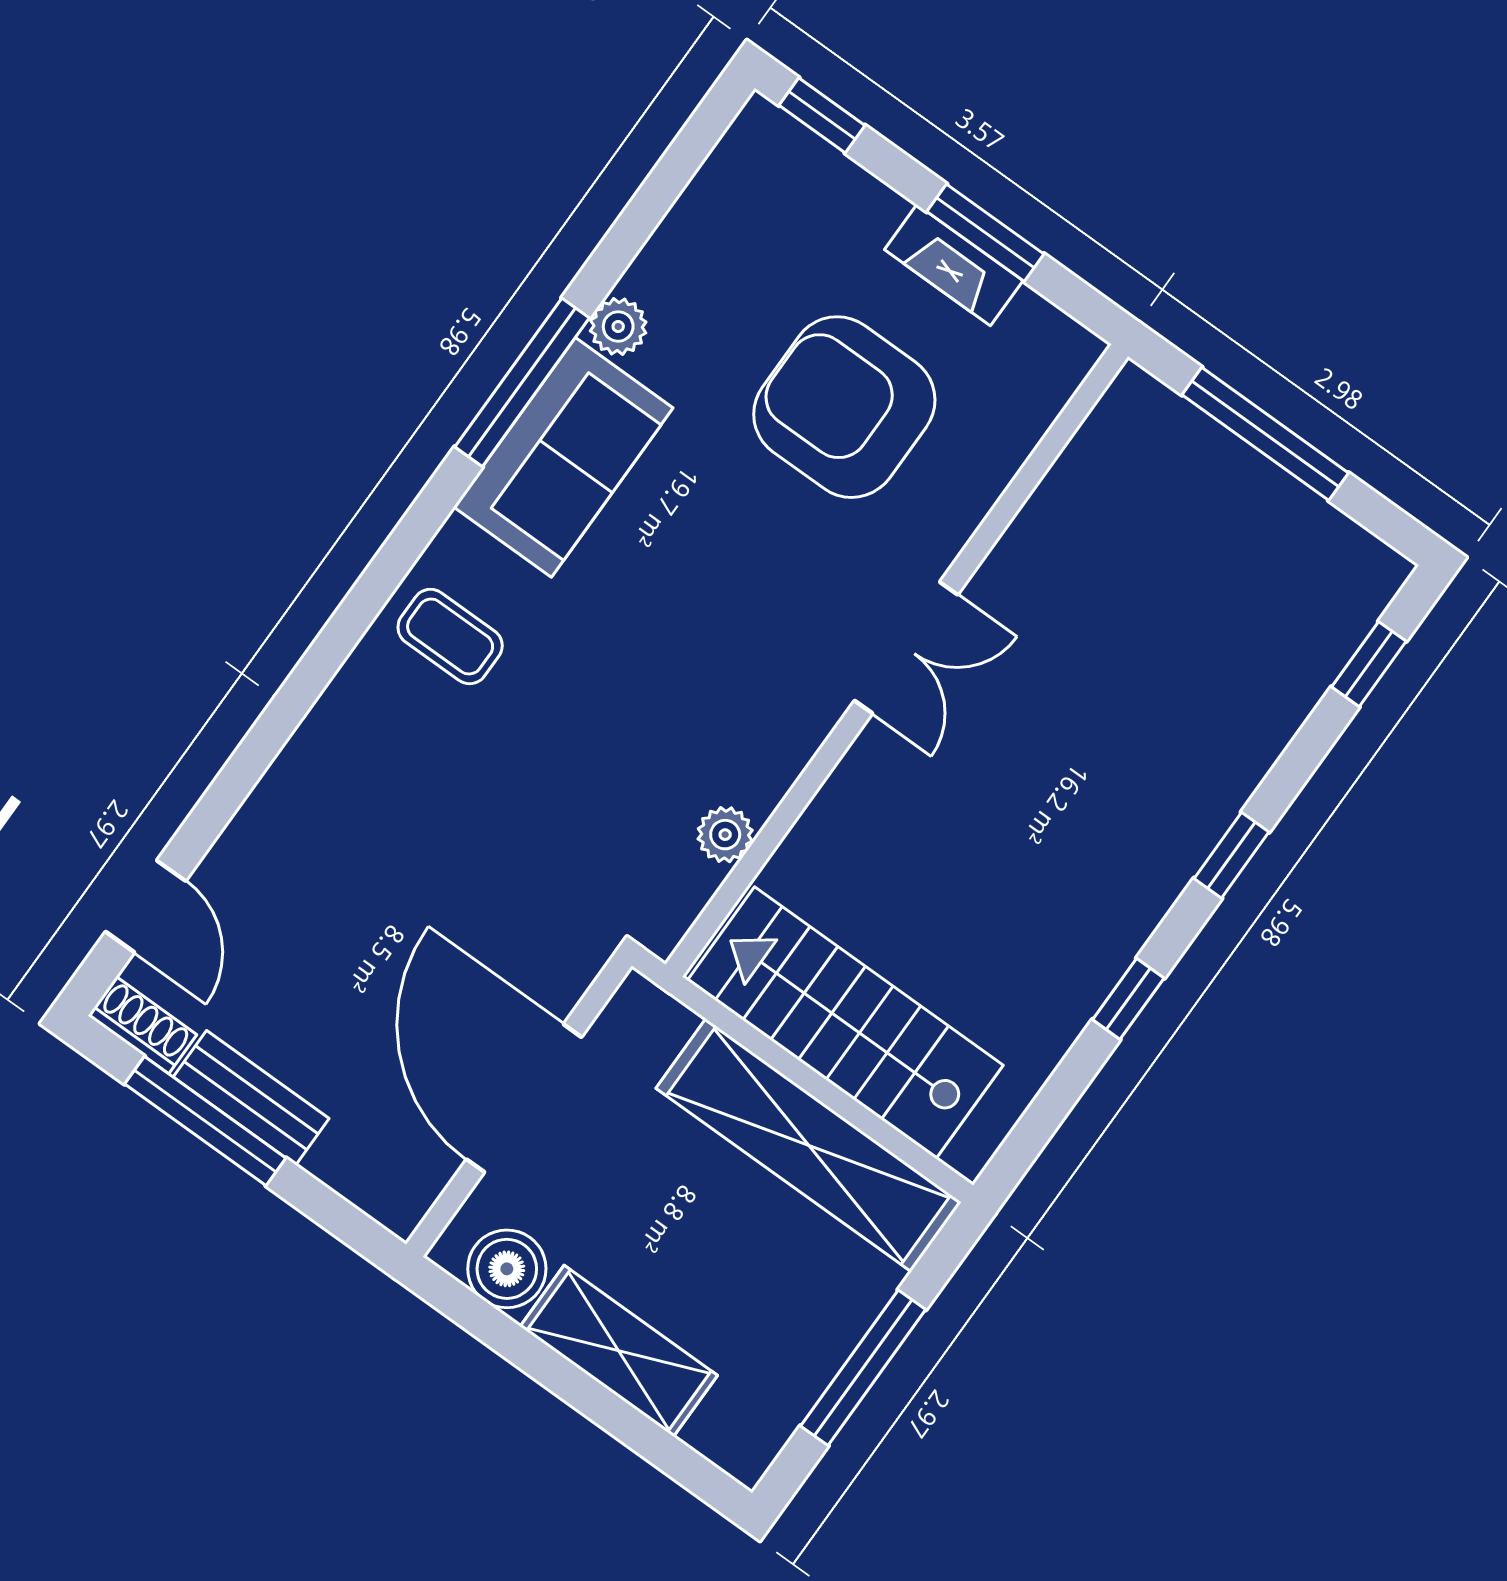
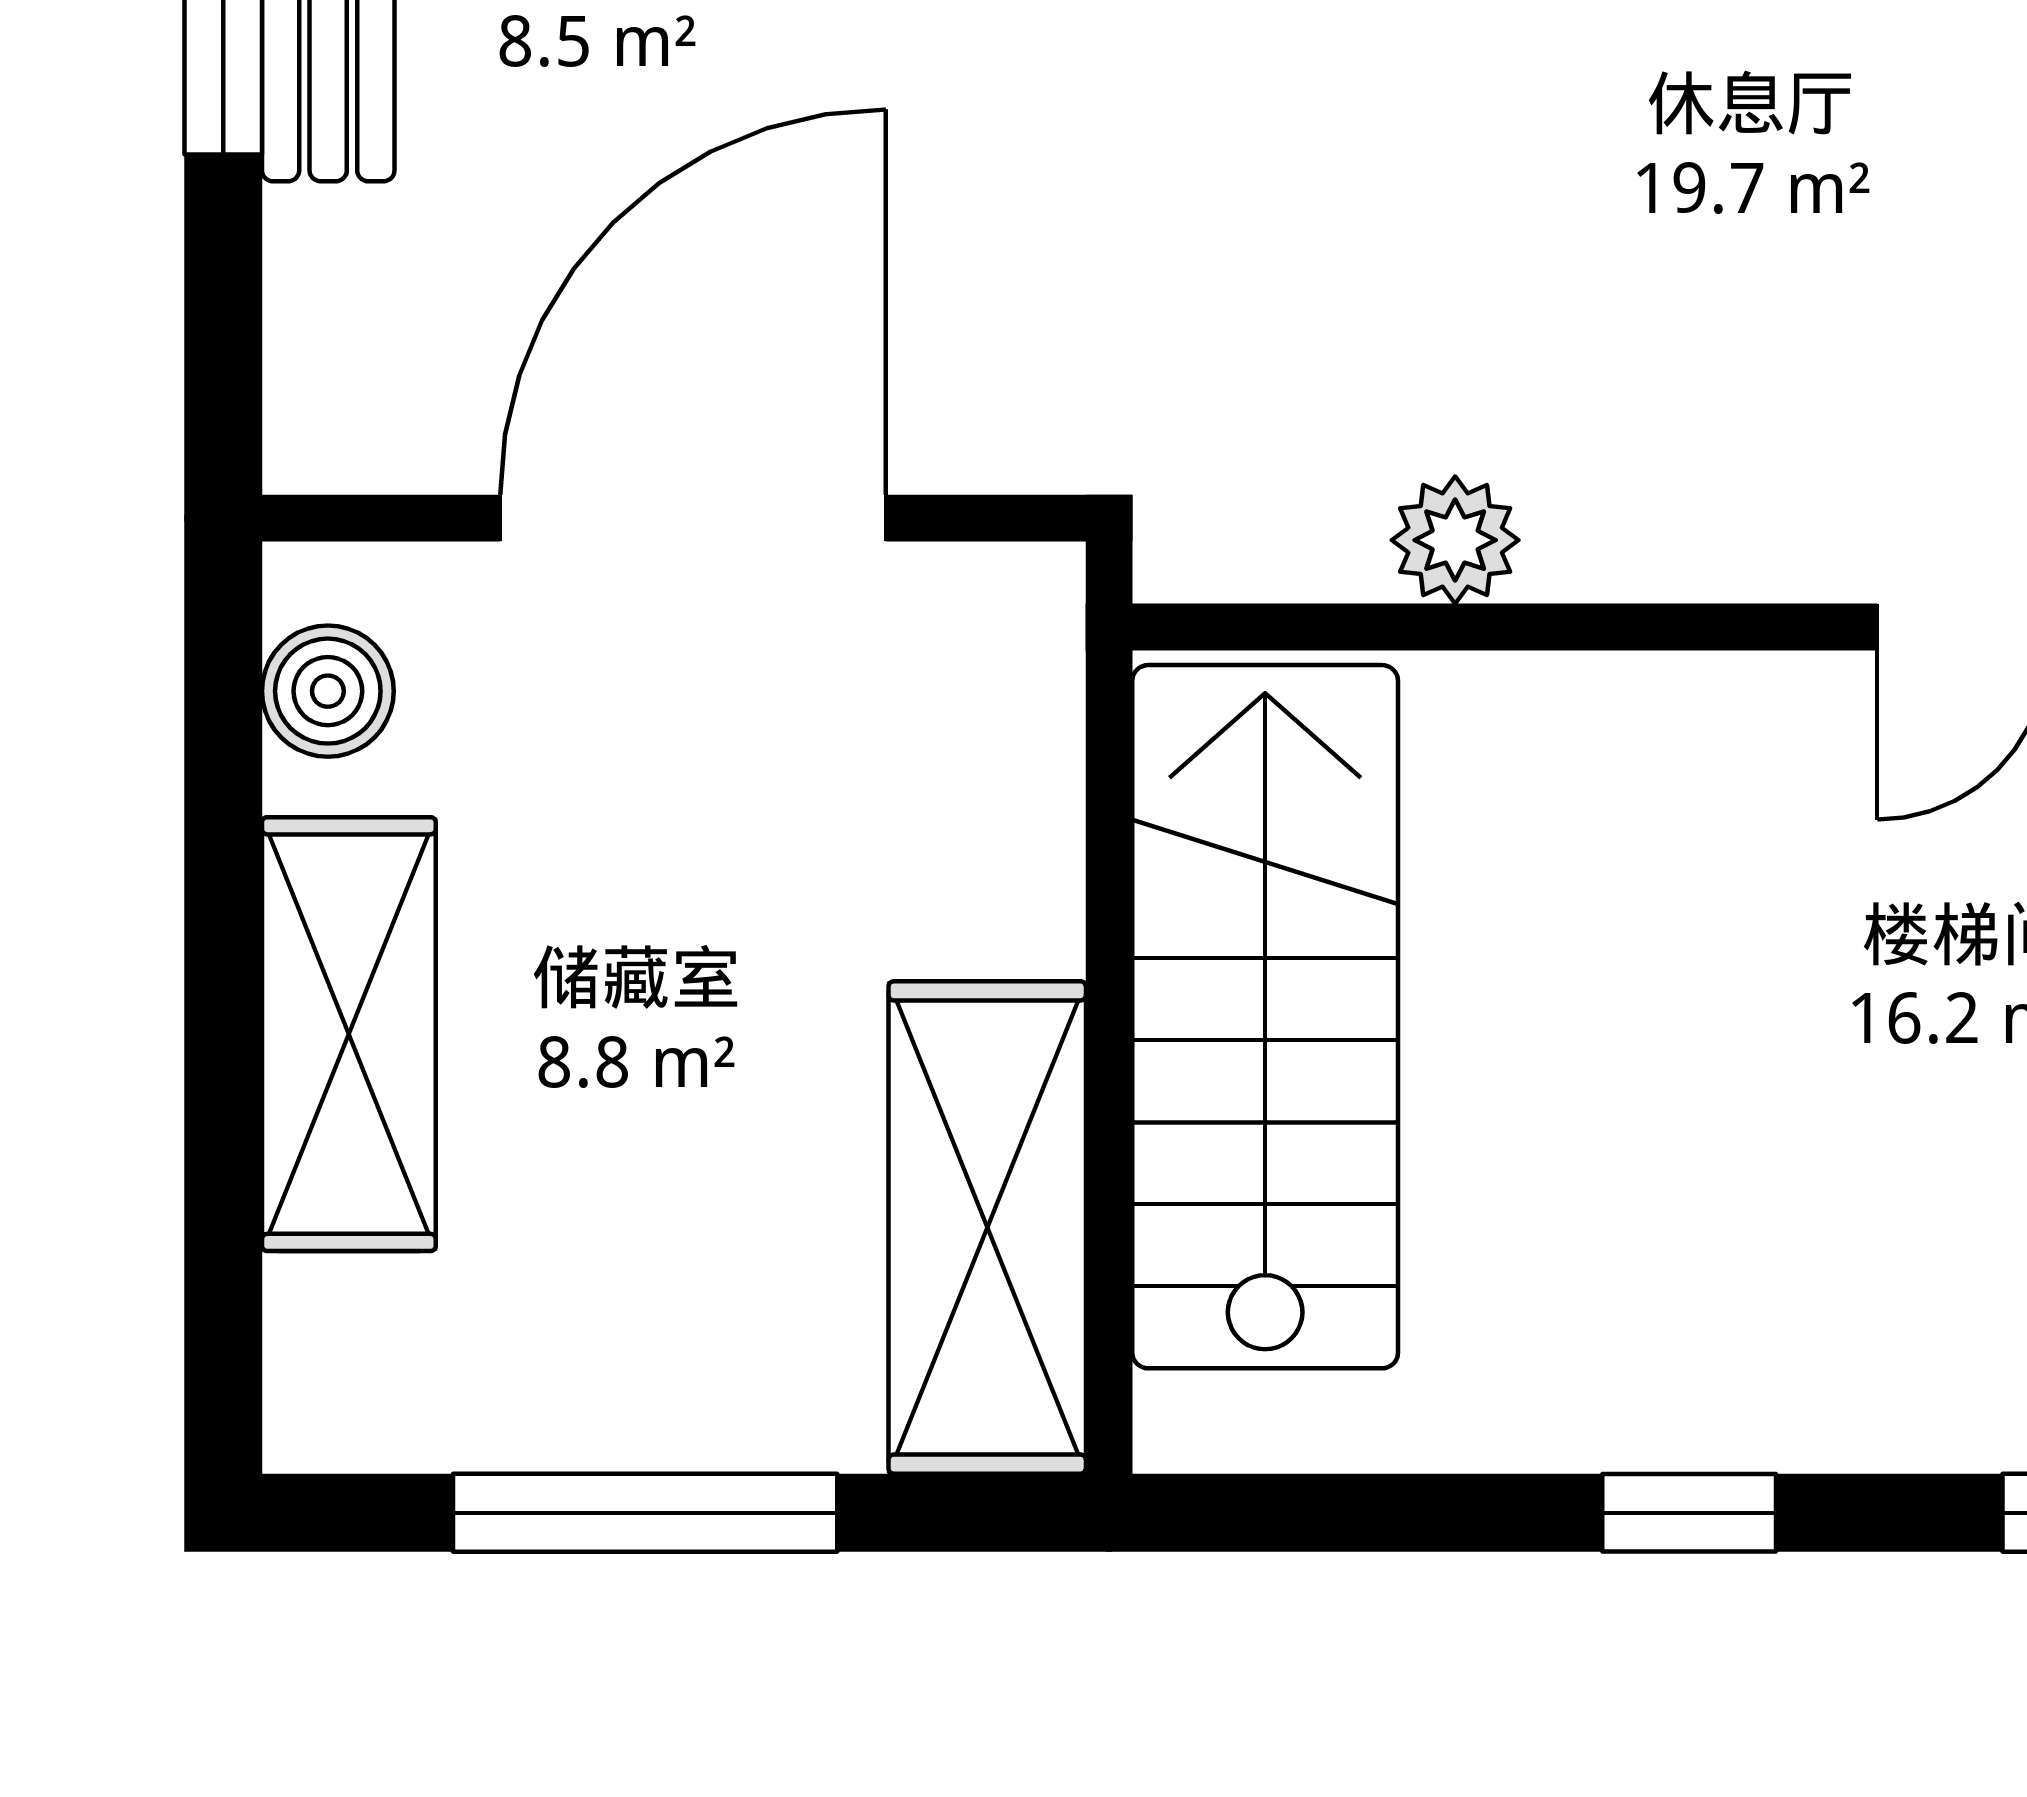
shelving: (809, 1145) -> (987, 1227), width x0.68
boiler: (507, 1269) -> (328, 691), width x0.73, depth x0.73

